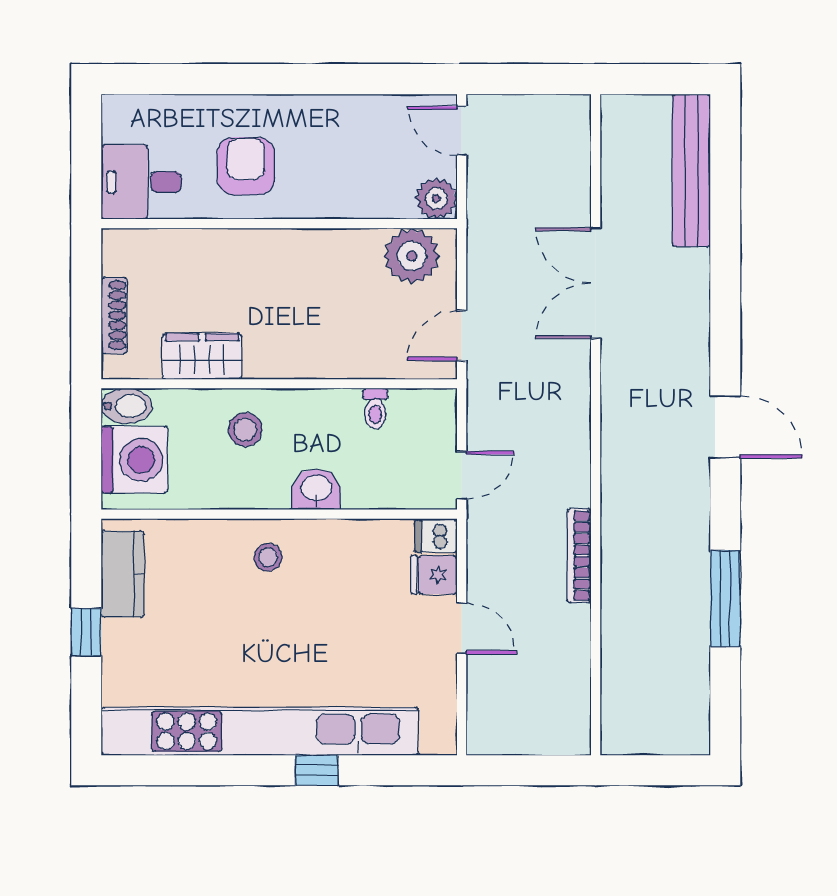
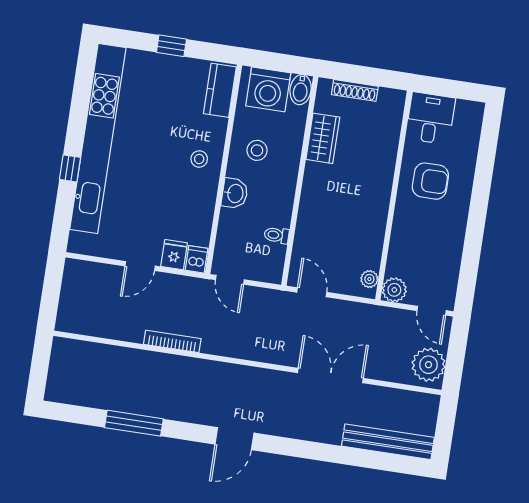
plant: (552, 122) -> (429, 365), added
door: (462, 131) -> (432, 311), swing flipped
plant: (412, 256) -> (369, 279), width x0.53, depth x0.53
stool: (245, 430) -> (257, 150), moved
kitchen counter: (123, 574) -> (220, 90), moved, turned 90

